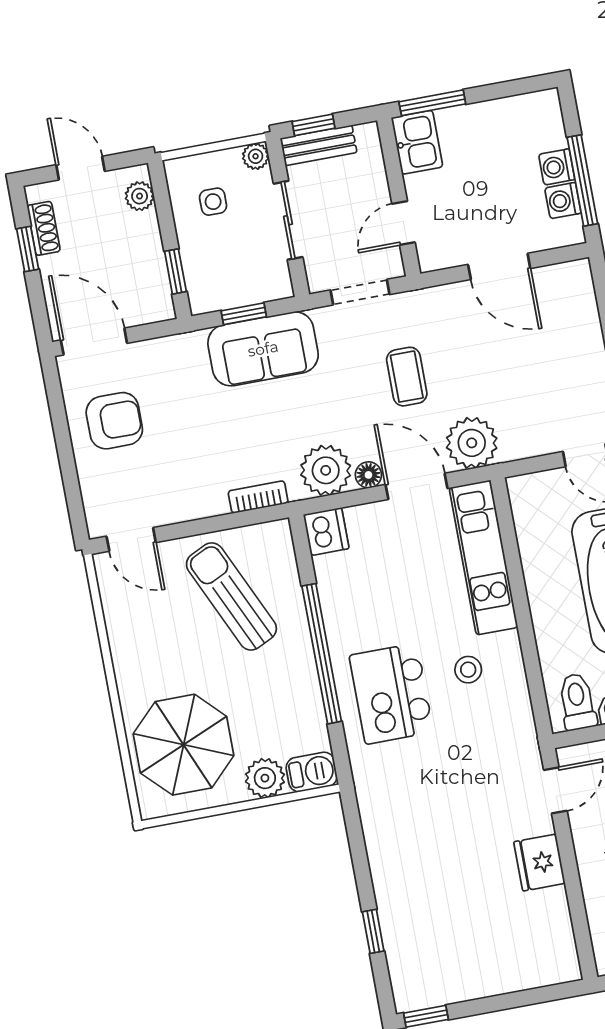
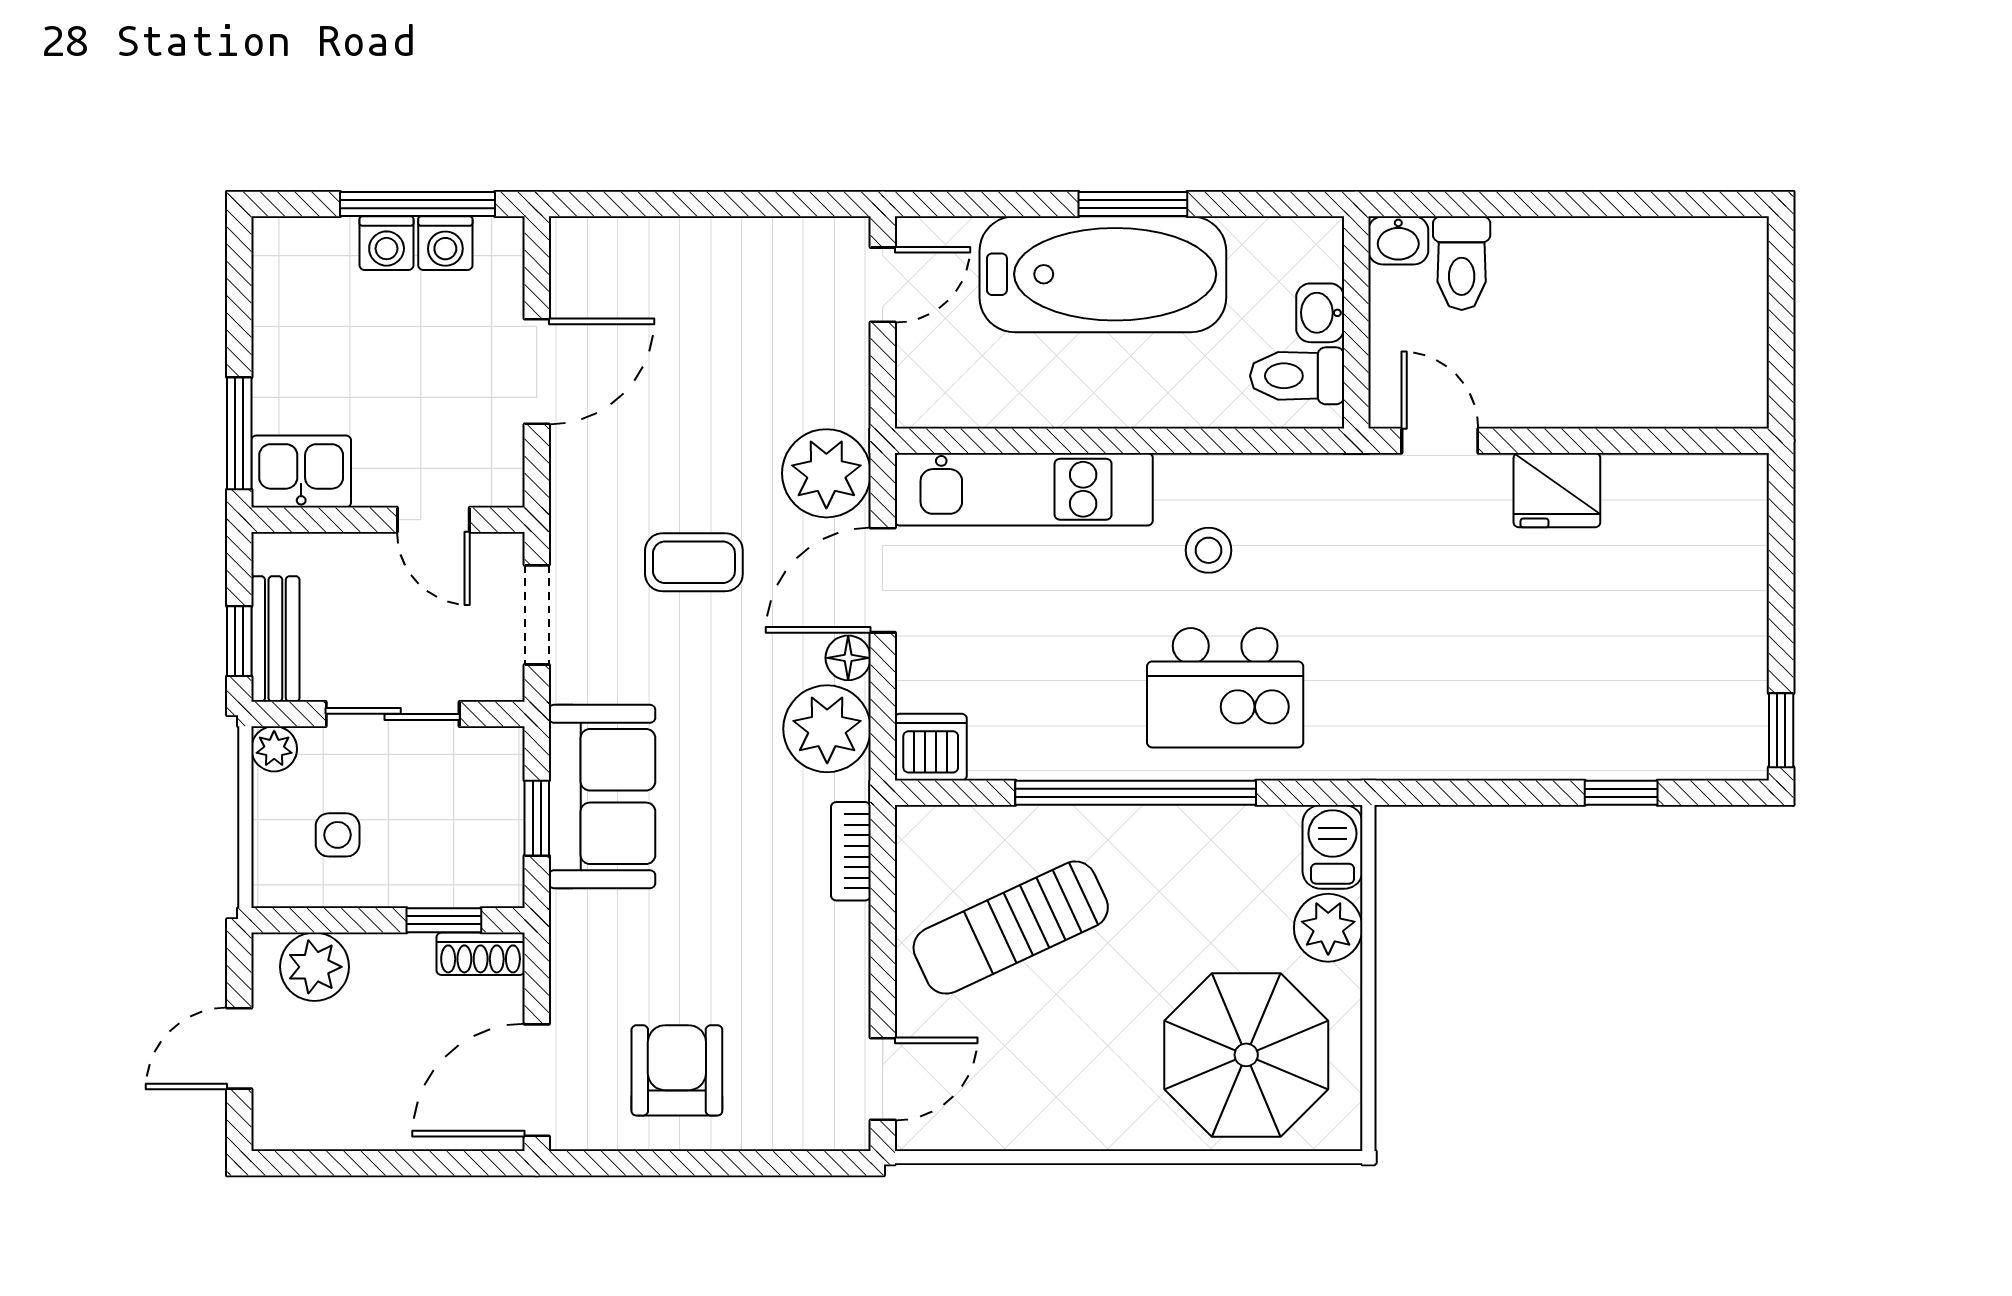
plant: (140, 196) -> (314, 967), width x1.38, depth x1.38
shoe rack: (44, 228) -> (481, 954), moved, turned 180
window: (28, 249) -> (360, 1163), removed

